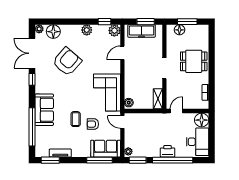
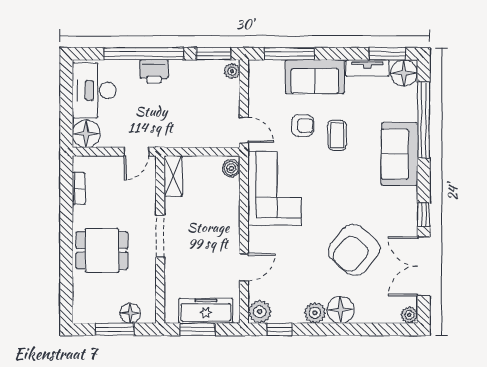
floor lamp: (53, 32) -> (341, 310), moved
double door: (32, 53) -> (424, 266), swing flipped
sofa: (106, 149) -> (315, 77), moved
floor lamp: (42, 150) -> (404, 73), added

